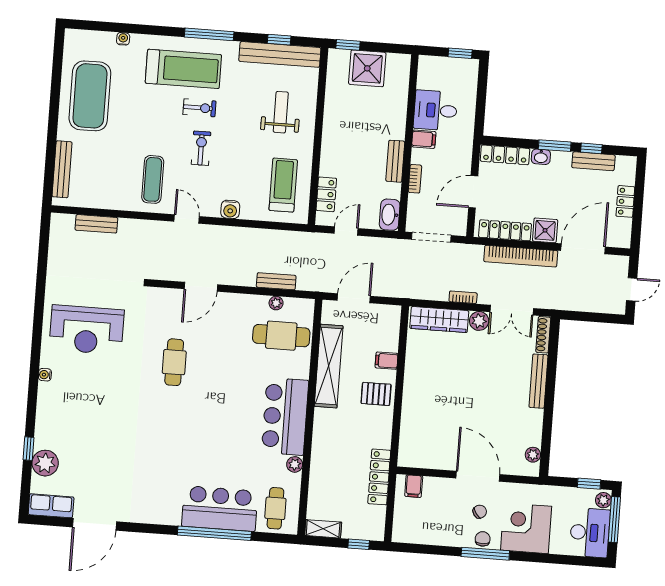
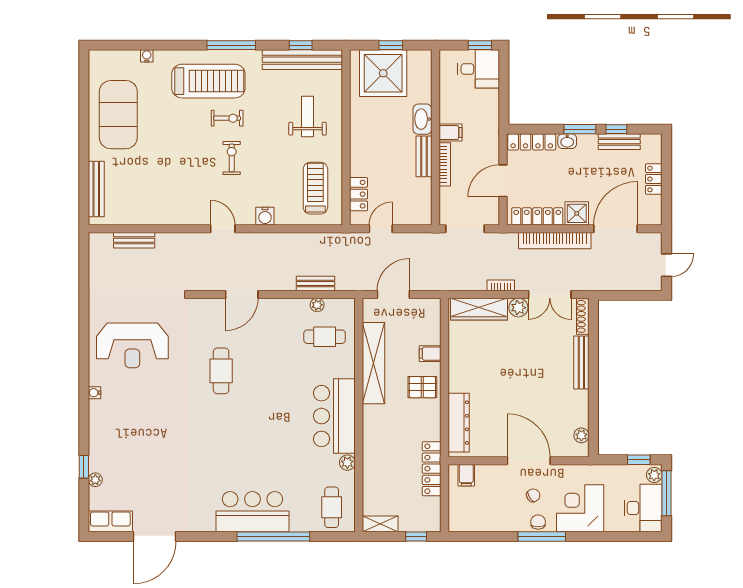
window: (348, 45) -> (391, 45), moved
shower: (367, 68) -> (383, 73), width x1.37, depth x1.37
desk: (435, 110) -> (479, 69), moved, turned 180
exercise mat: (153, 179) -> (186, 192), removed
bookcase: (415, 179) -> (445, 164), width x1.56
washbasin: (390, 215) -> (422, 119), moved
cafe table: (281, 336) -> (325, 337), width x0.73, depth x0.74
dresser: (410, 432) -> (459, 423), added
plant: (45, 463) -> (95, 480), width x0.53, depth x0.53
bar counter: (220, 509) -> (252, 512), moved

